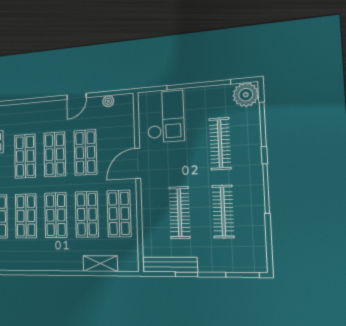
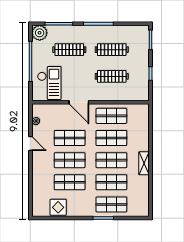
checkout: (166, 117) -> (49, 83), turned 90
shelving: (100, 264) -> (144, 163), moved
bench: (170, 265) -> (144, 84), removed

